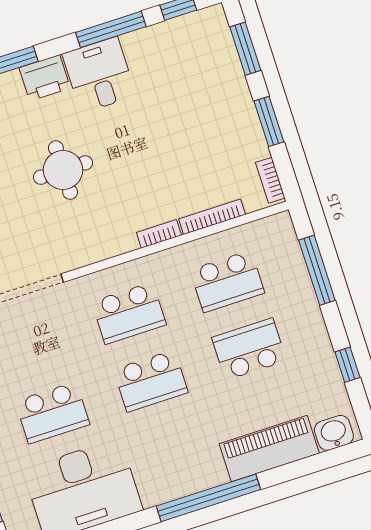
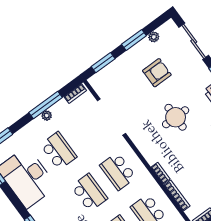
school desk: (151, 381) -> (89, 193), turned 180
school desk: (52, 413) -> (59, 151), turned 180

